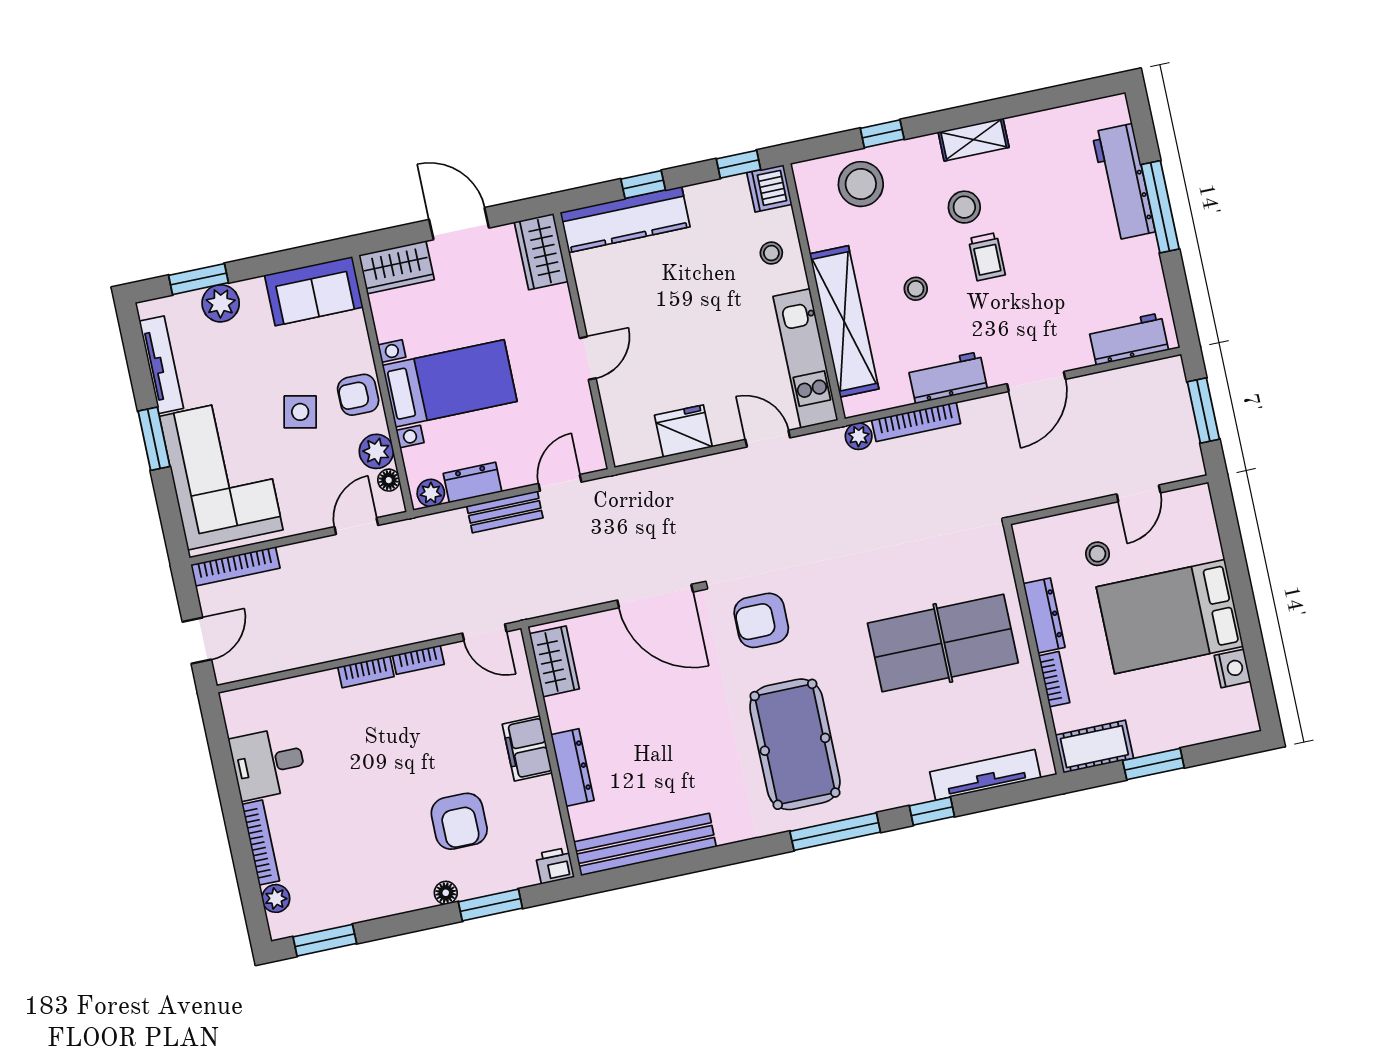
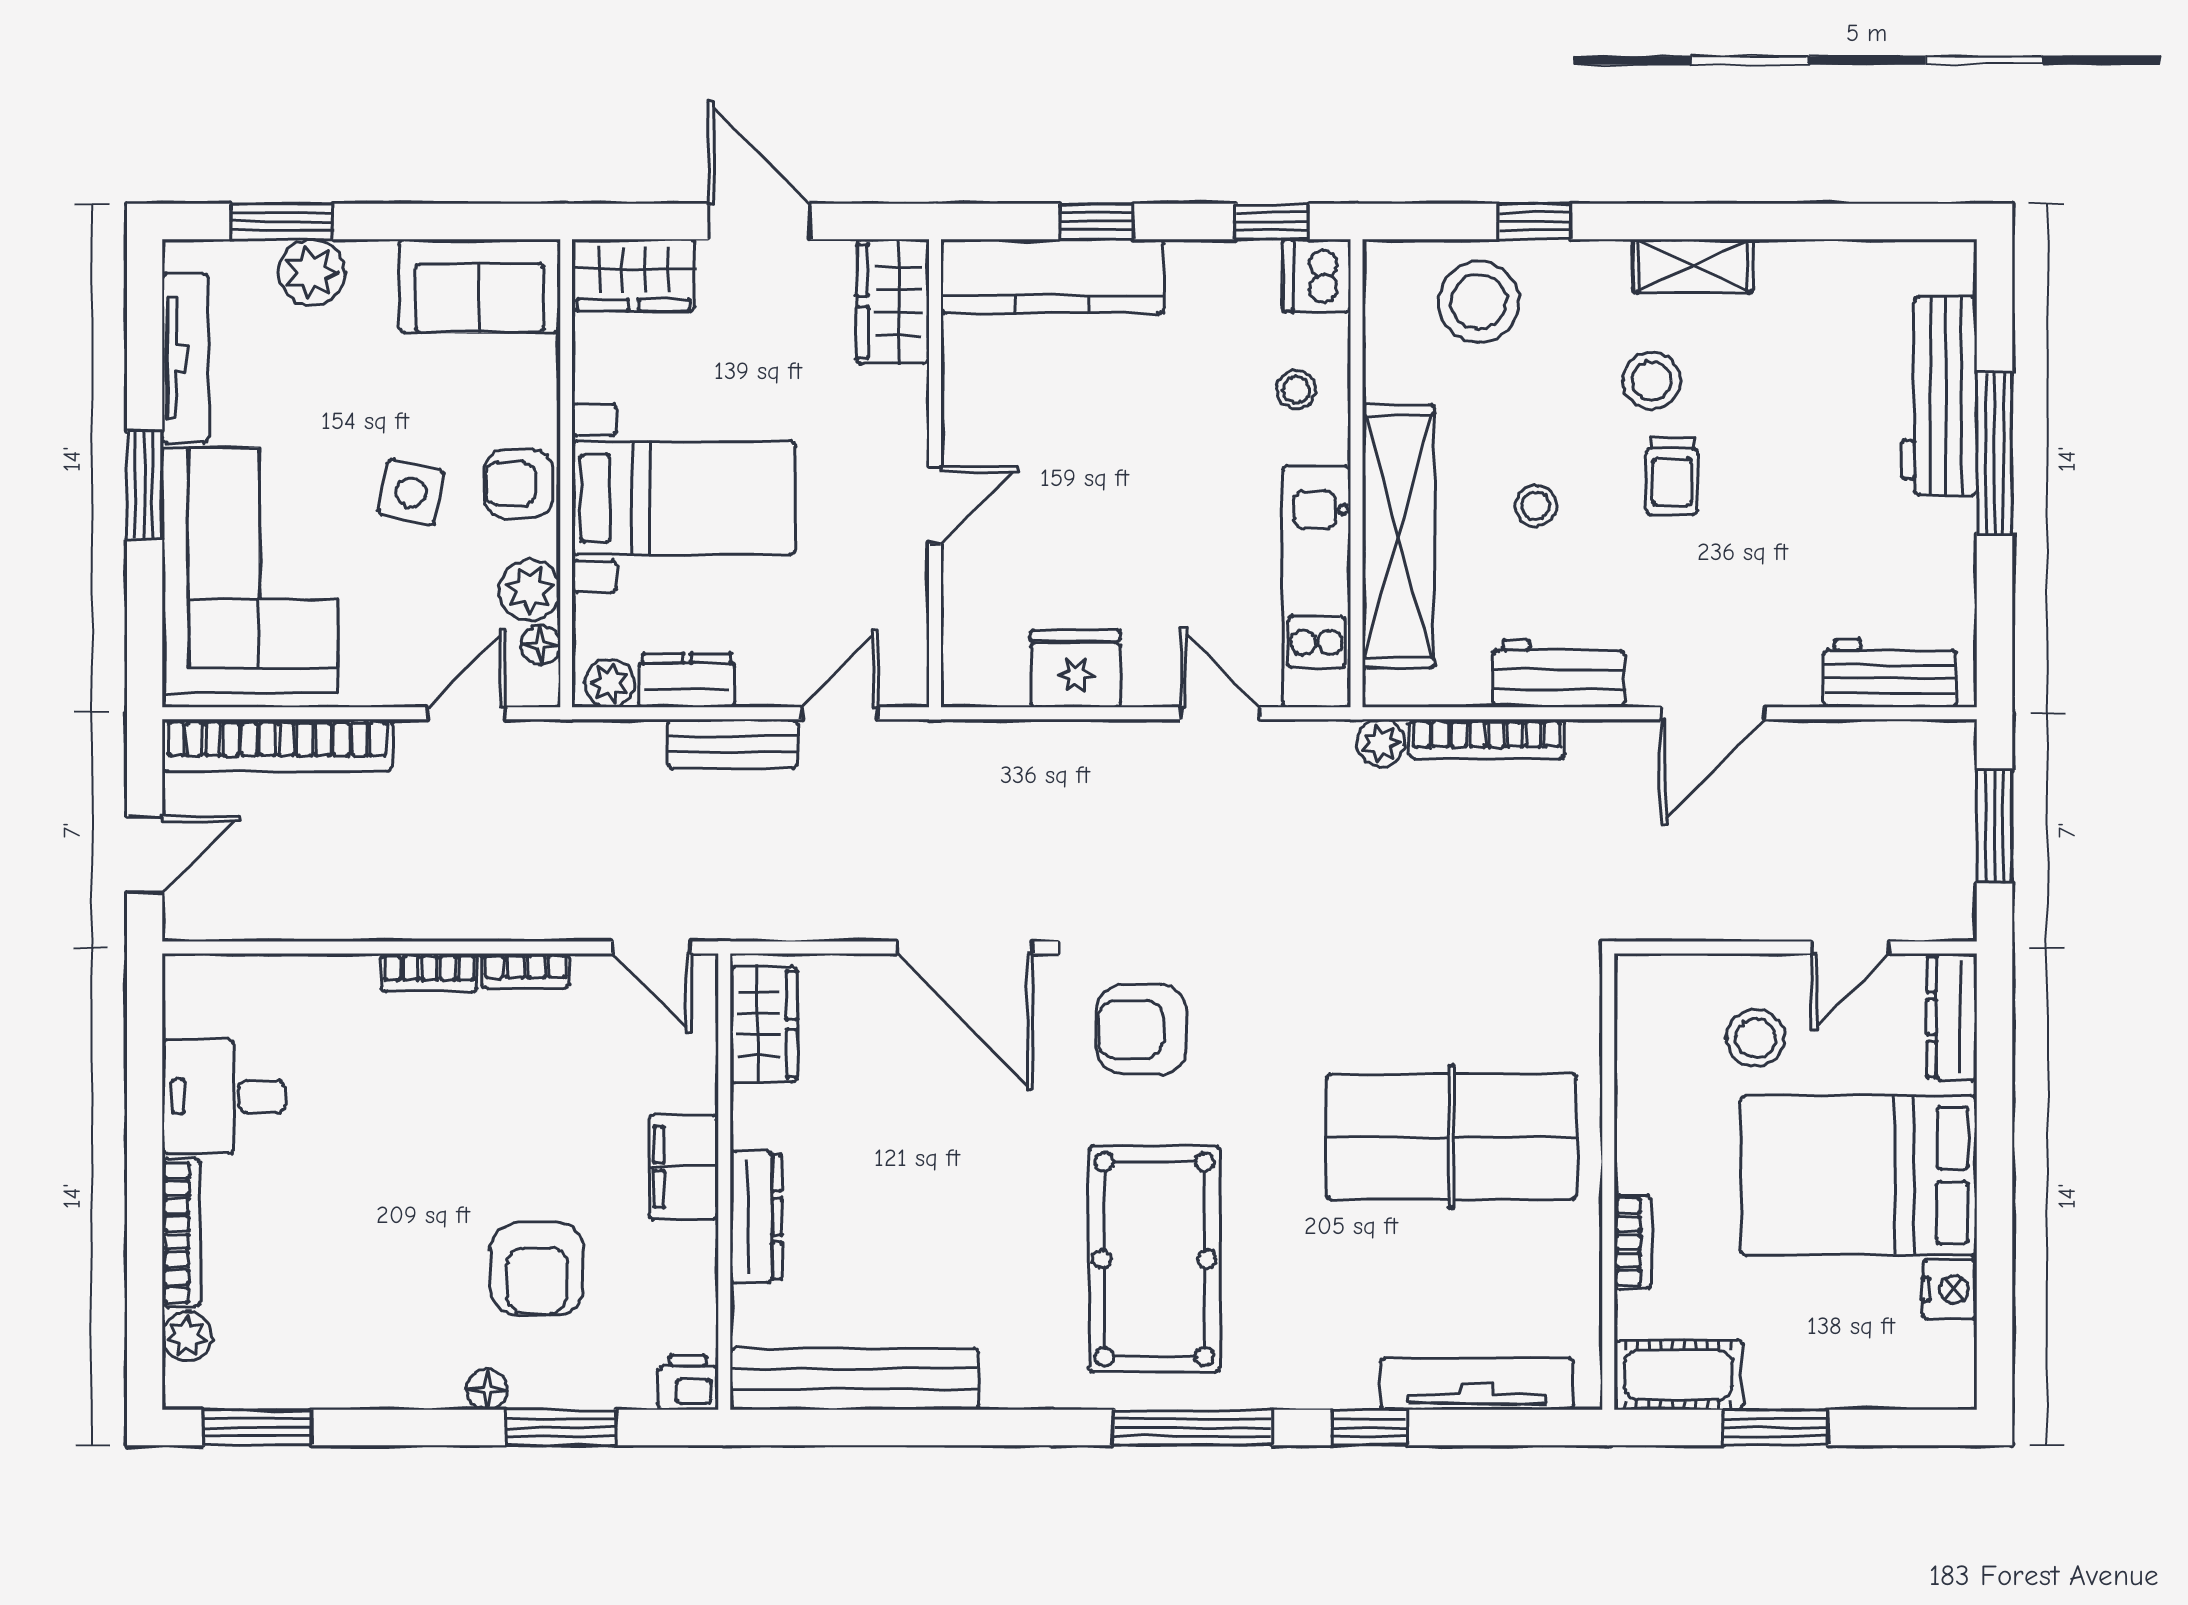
stool: (1097, 554) -> (1756, 1038), width x1.37, depth x1.37
bookcase: (235, 566) -> (277, 745), width x1.48, depth x1.31
dresser: (1044, 616) -> (1952, 1017), moved, turned 180

